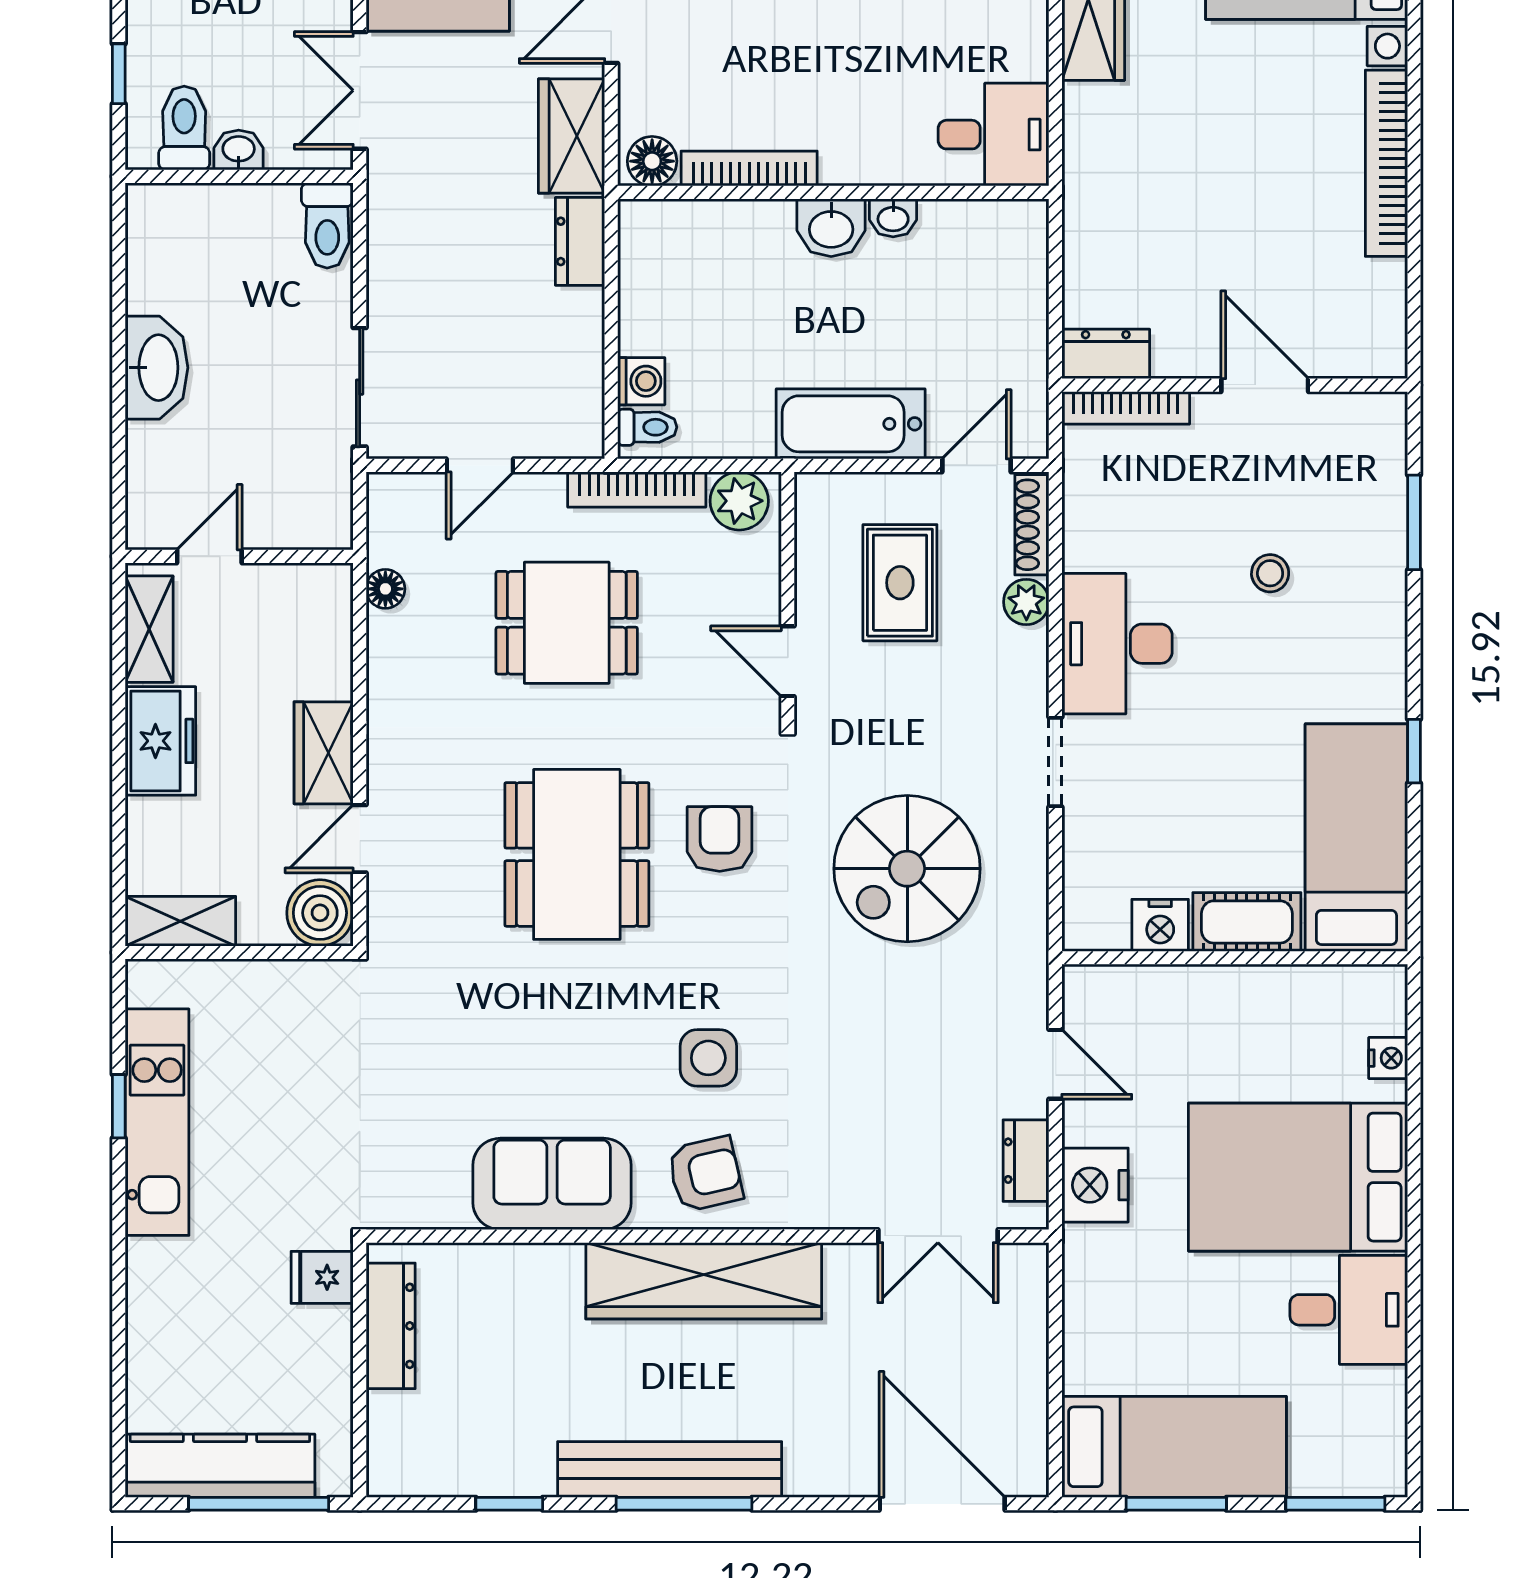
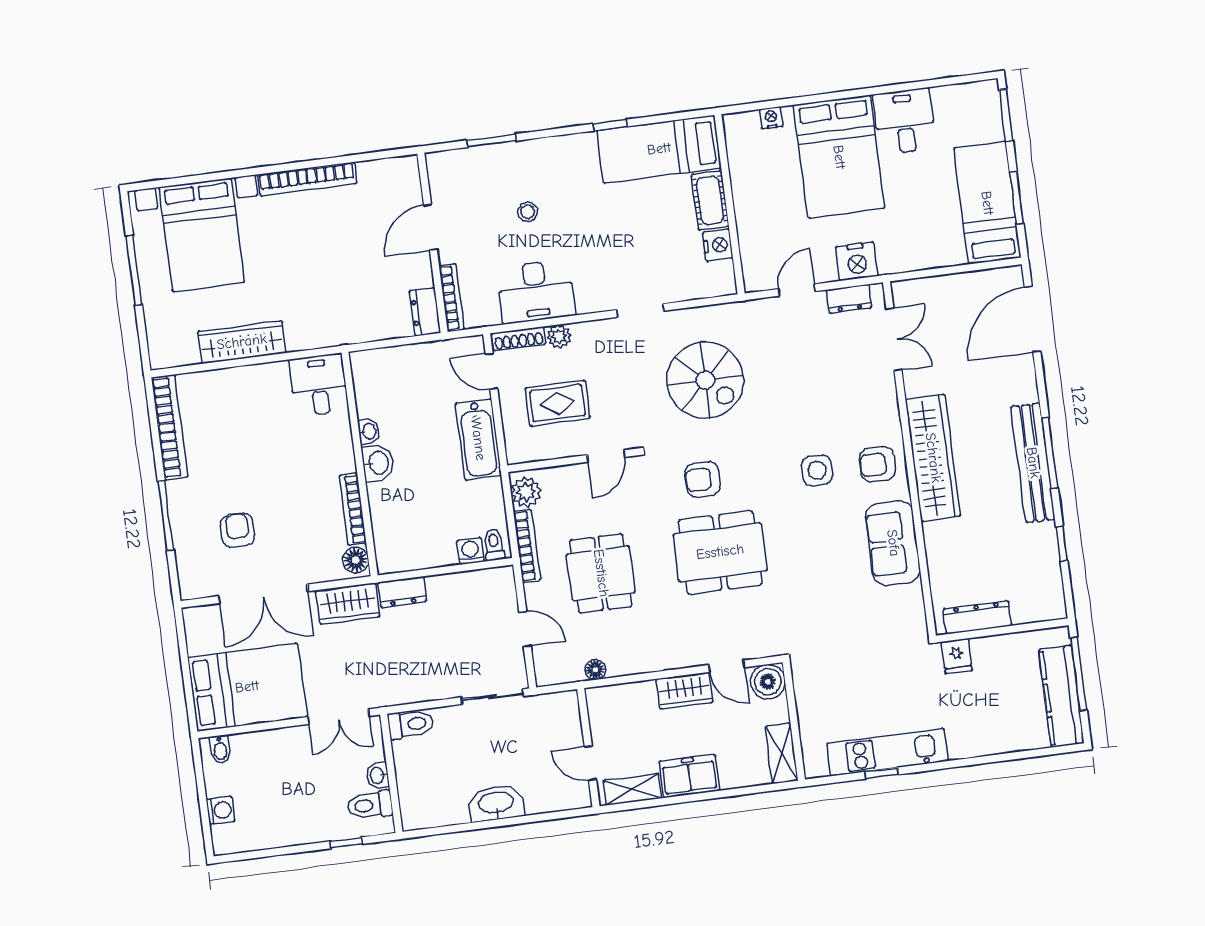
desk: (1117, 644) -> (536, 291), moved
armchair: (705, 1174) -> (877, 464), turned -77

